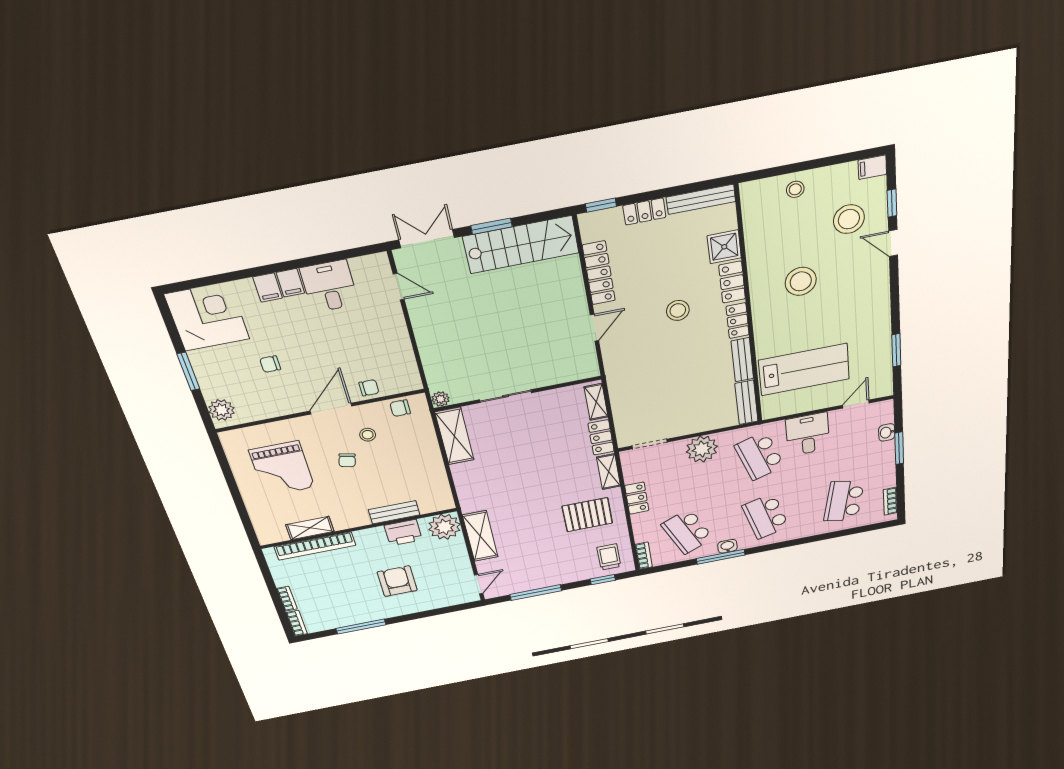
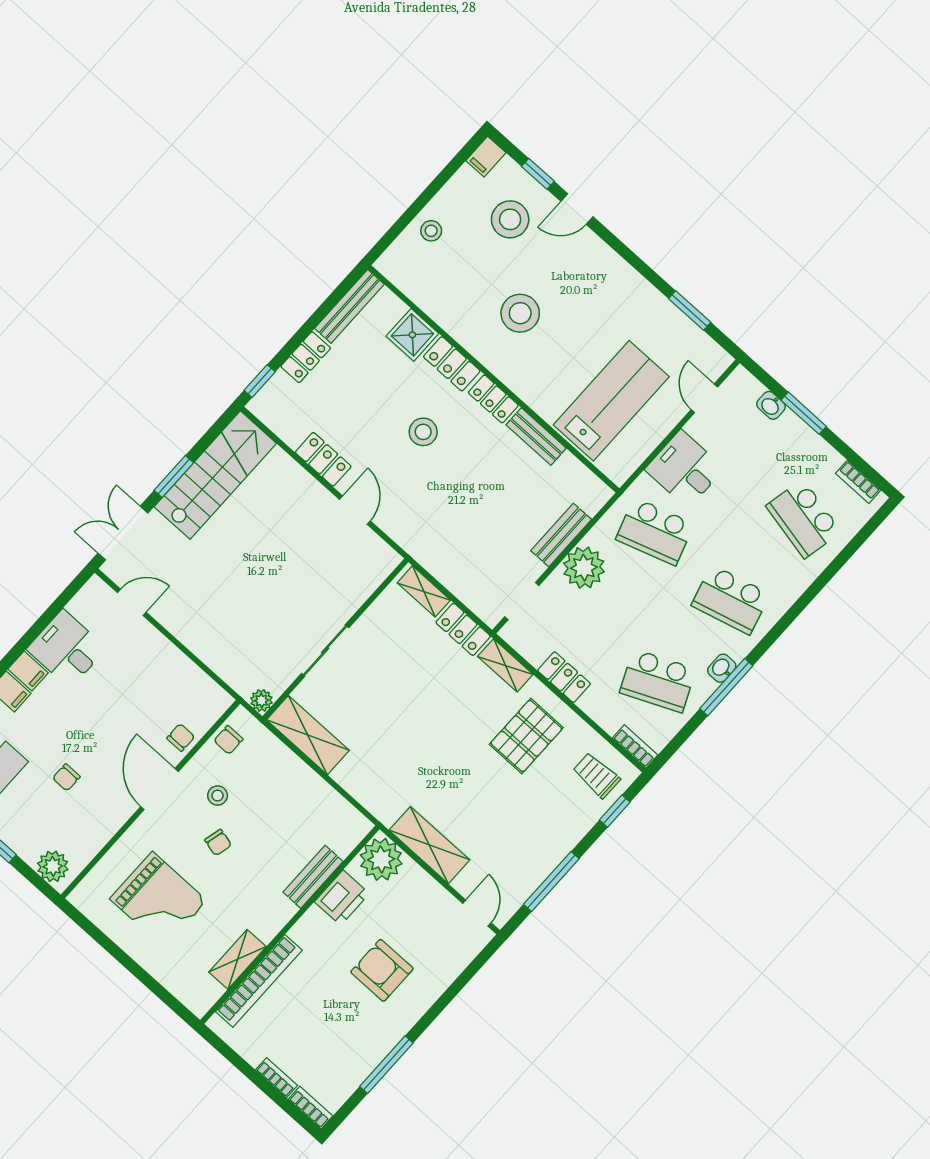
locker: (599, 273) -> (323, 459), width x0.66
bench: (746, 402) -> (561, 535), moved, turned 90

